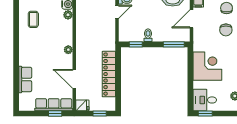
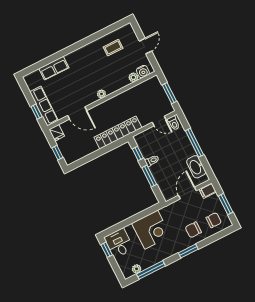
door: (191, 19) -> (187, 193), hinge flipped
window: (174, 44) -> (149, 176), moved
locker: (109, 74) -> (118, 132), moved
door: (74, 79) -> (77, 113), swing flipped

